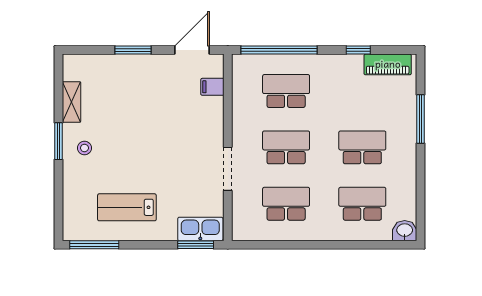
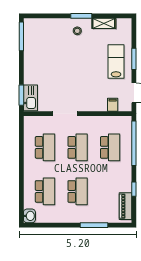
lab bench: (127, 207) -> (116, 62), moved

